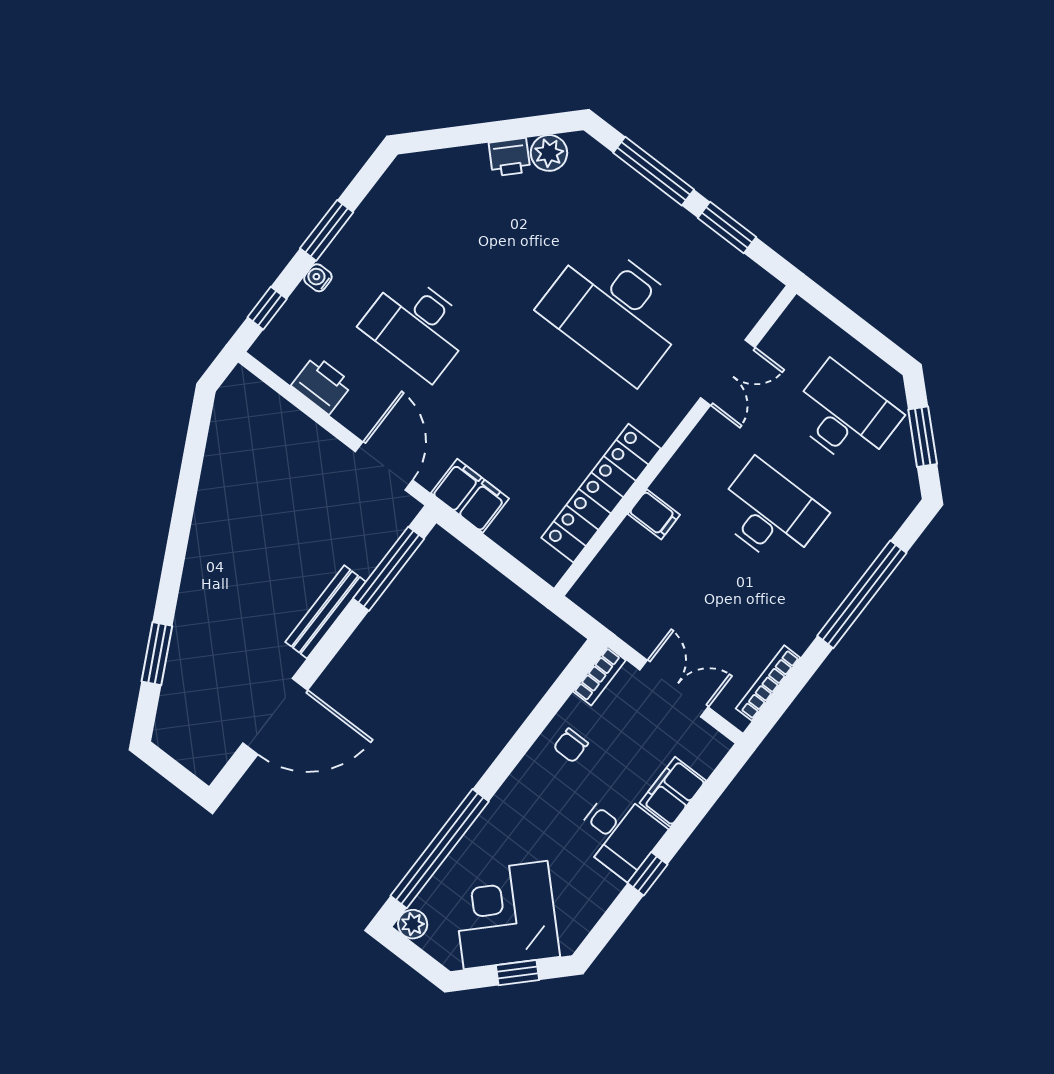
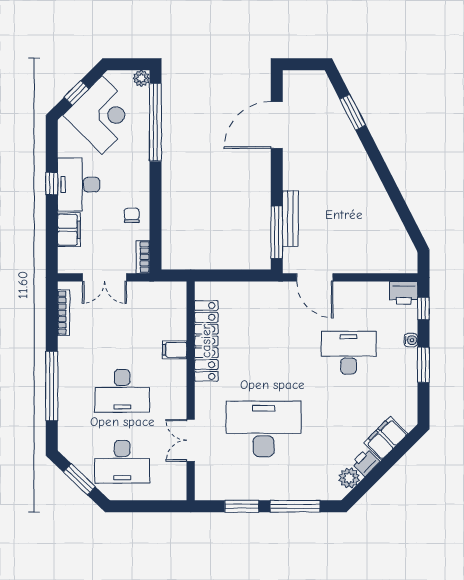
printer: (322, 385) -> (404, 293), moved
filing cabinet: (470, 496) -> (386, 438), moved, turned 135
bench: (326, 612) -> (290, 219), moved
desk: (619, 834) -> (79, 185), width x1.37

